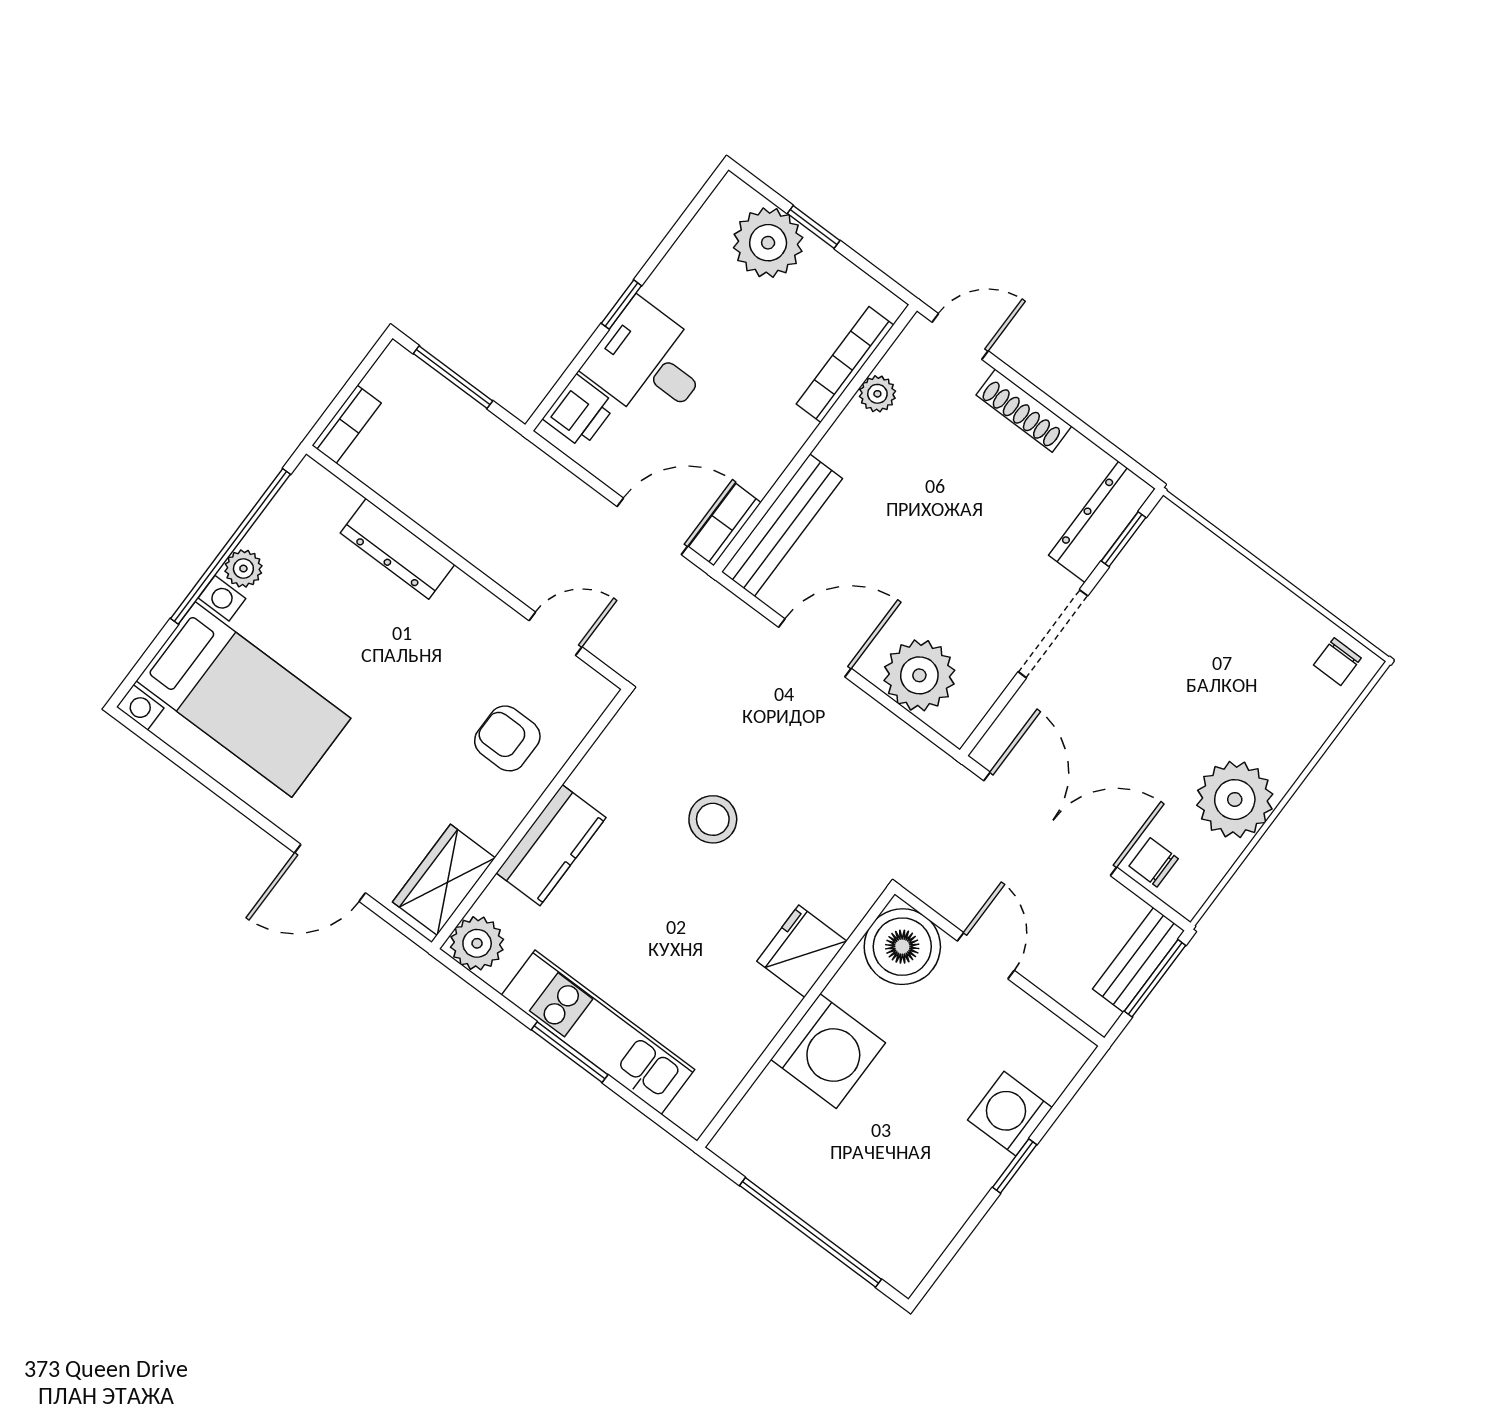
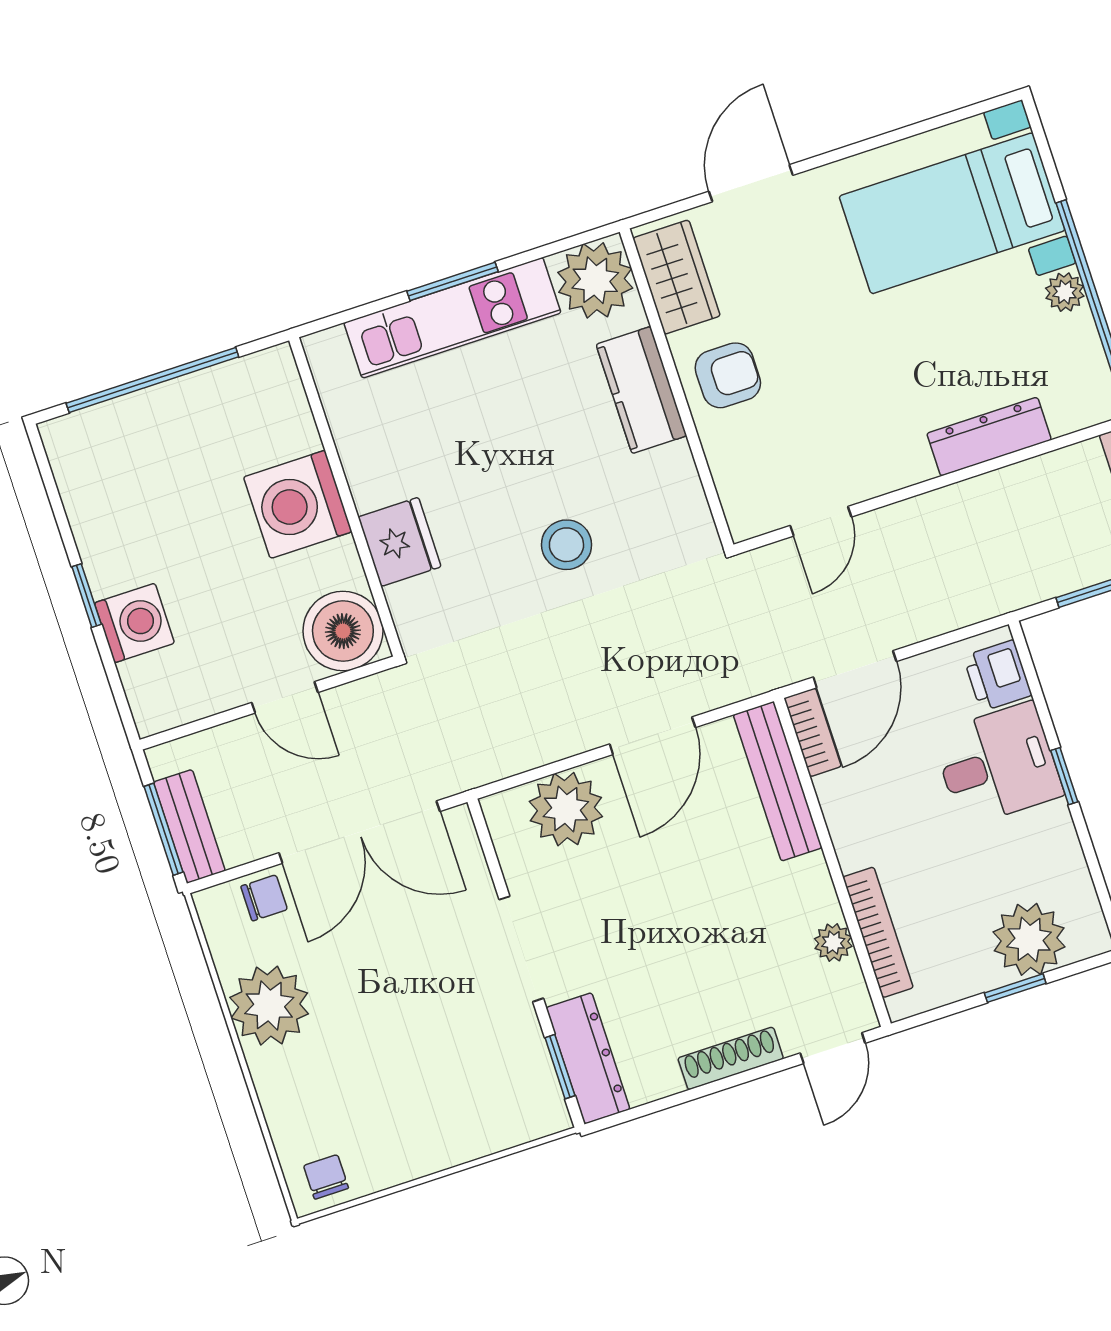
armchair: (507, 738) -> (728, 375), moved
plant: (477, 943) -> (595, 280), width x1.36, depth x1.36

